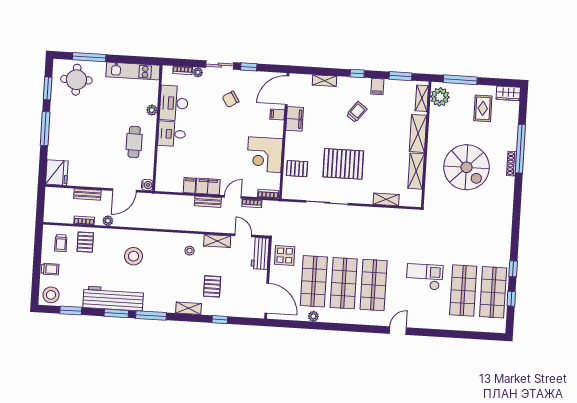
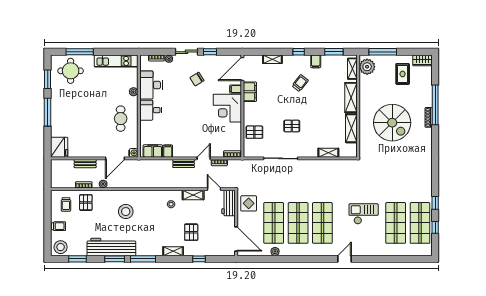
corner desk: (265, 155) -> (227, 108), moved
pallet: (343, 164) -> (292, 126), width x0.49, depth x0.50
filing cabinet: (208, 186) -> (153, 151), moved

